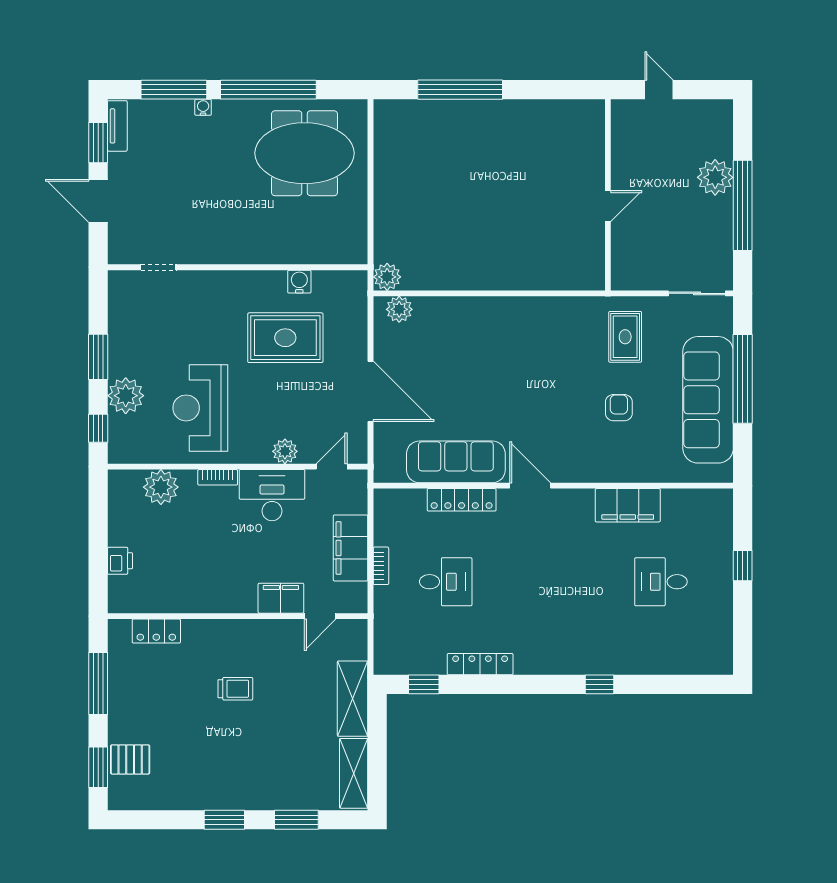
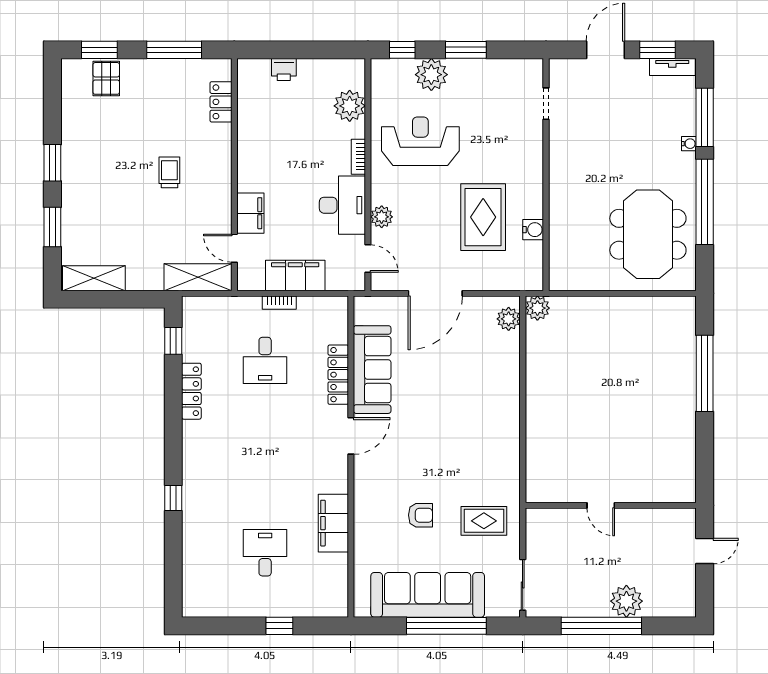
trolley: (235, 689) -> (169, 172), turned 180
shelving: (353, 699) -> (198, 277), moved

